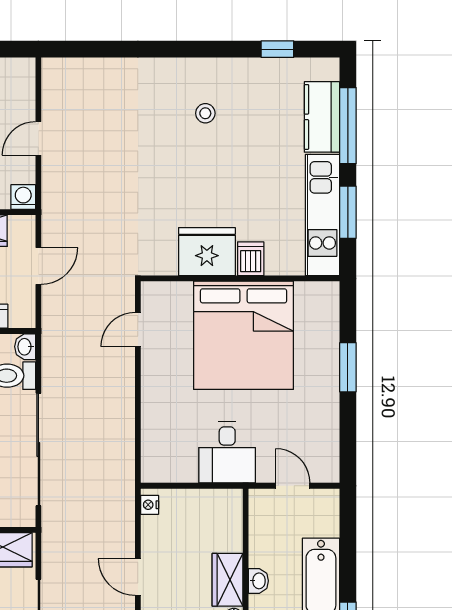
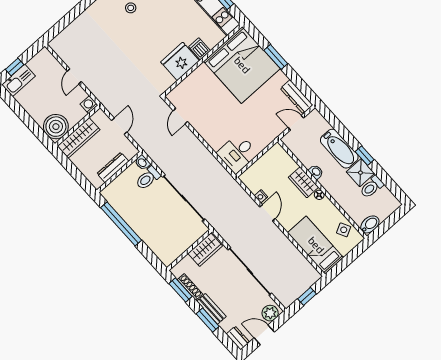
bed: (244, 335) -> (242, 65), moved
dresser: (327, 450) -> (297, 97), added
desk: (227, 452) -> (237, 153), moved, turned 90
nightstand: (150, 505) -> (261, 196), moved
door: (138, 577) -> (267, 213), swing flipped

